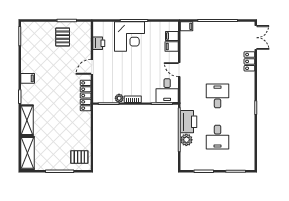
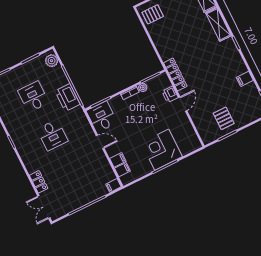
printer: (99, 43) -> (170, 94), moved
filing cabinet: (28, 78) -> (245, 79), moved
plant: (186, 140) -> (52, 61), moved

